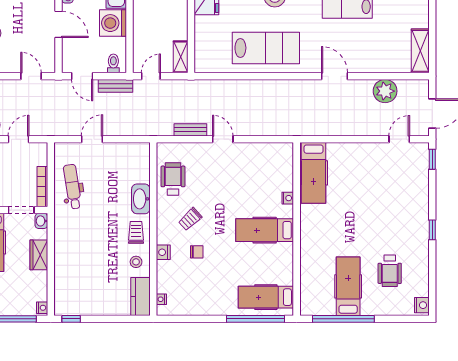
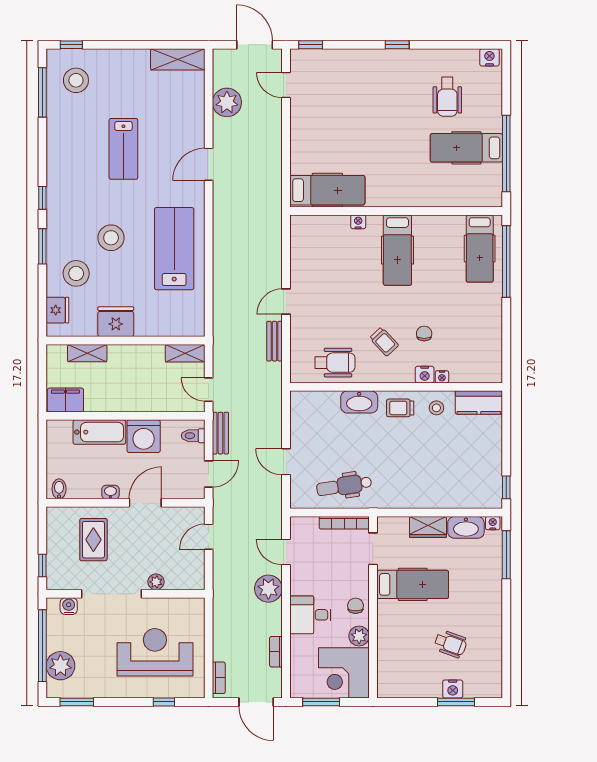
wheelchair: (173, 179) -> (335, 363), turned 180
washbasin: (41, 221) -> (466, 527), moved, width x1.91, depth x1.45
wheelchair: (390, 271) -> (447, 97), turned 90
nightstand: (161, 299) -> (442, 377), moved

